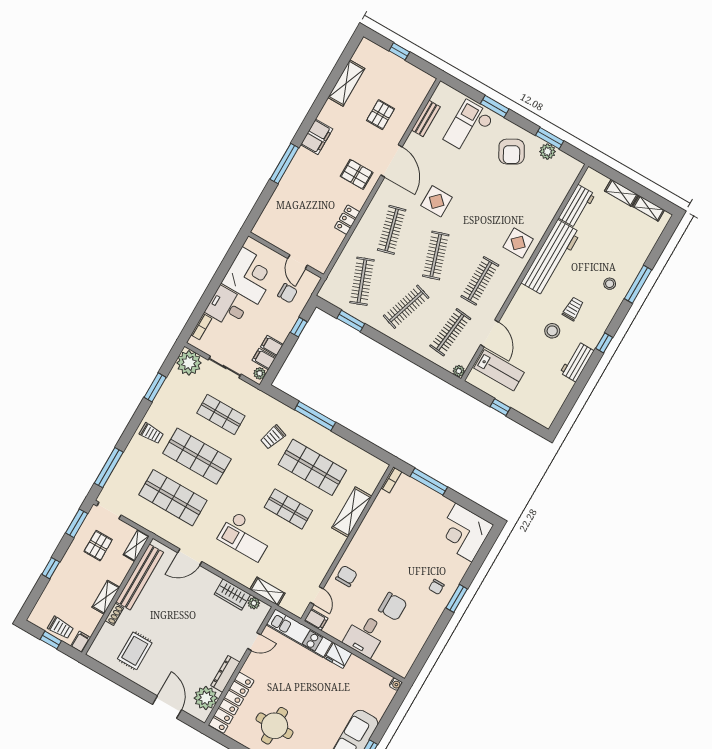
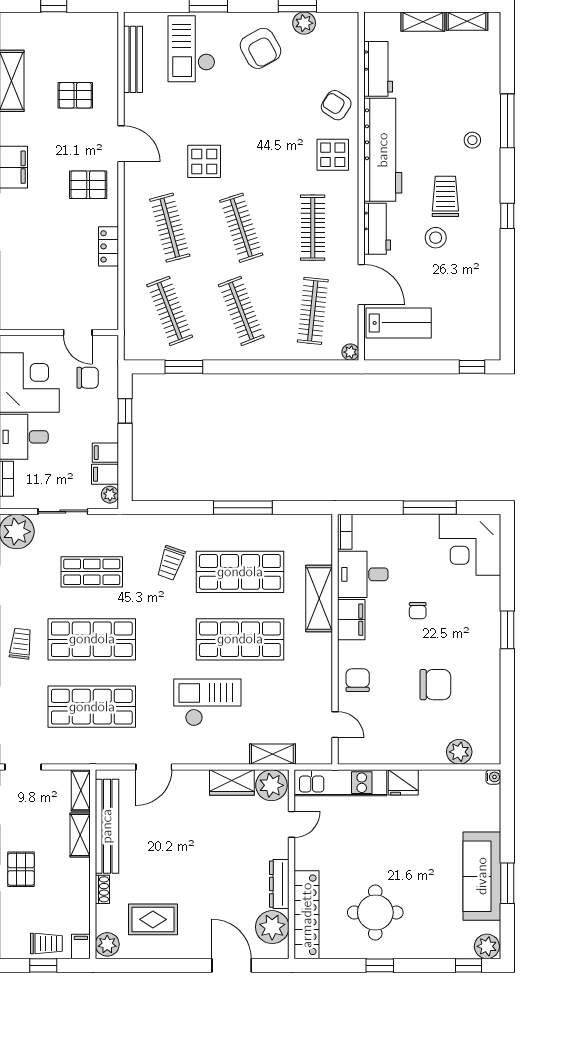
pallet: (381, 115) -> (75, 95), turned 90
bench: (426, 118) -> (133, 59), width x1.36
door: (392, 161) -> (121, 144), width x0.73
armchair: (538, 214) -> (336, 105), added
clothes rail: (406, 307) -> (241, 311), turned -39
trolley: (573, 309) -> (445, 196), width x1.36, depth x1.39
workbench: (577, 362) -> (377, 229), moved, turned 180
window: (500, 407) -> (472, 367), moved
window: (315, 416) -> (243, 508), moved
trolley: (152, 433) -> (21, 643), turned -83
window: (429, 482) -> (430, 508), moved
shop shelf: (288, 509) -> (240, 639), width x1.43, depth x1.36
checkout: (246, 536) -> (207, 702), turned 180
pallet: (98, 546) -> (21, 869), moved
chair: (436, 587) -> (418, 611), moved
shelving: (106, 597) -> (80, 835), moved
plant: (254, 603) -> (271, 785), width x1.87, depth x1.87
filing cabinet: (316, 620) -> (351, 620), moved, width x2.00
desk: (365, 635) -> (363, 574), moved, turned 90
plant: (98, 650) -> (107, 944), added
rug: (135, 651) -> (153, 919), turned 90
plant: (384, 656) -> (459, 752), added

